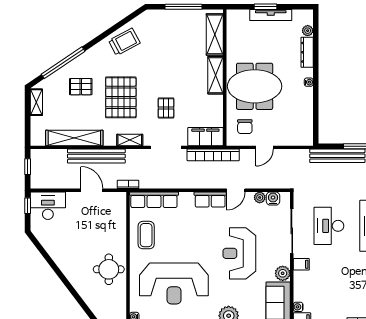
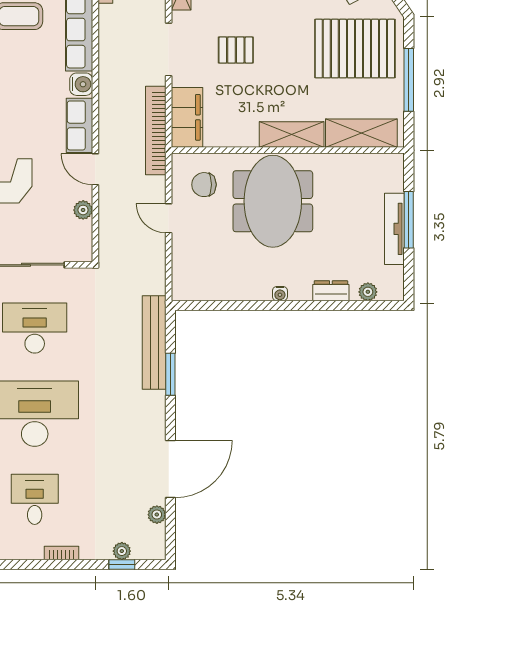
window: (265, 7) -> (409, 220), width x1.44
pallet: (165, 38) -> (355, 49), added
dresser: (307, 52) -> (331, 291), width x0.70
water cooler: (273, 199) -> (81, 84), moved

